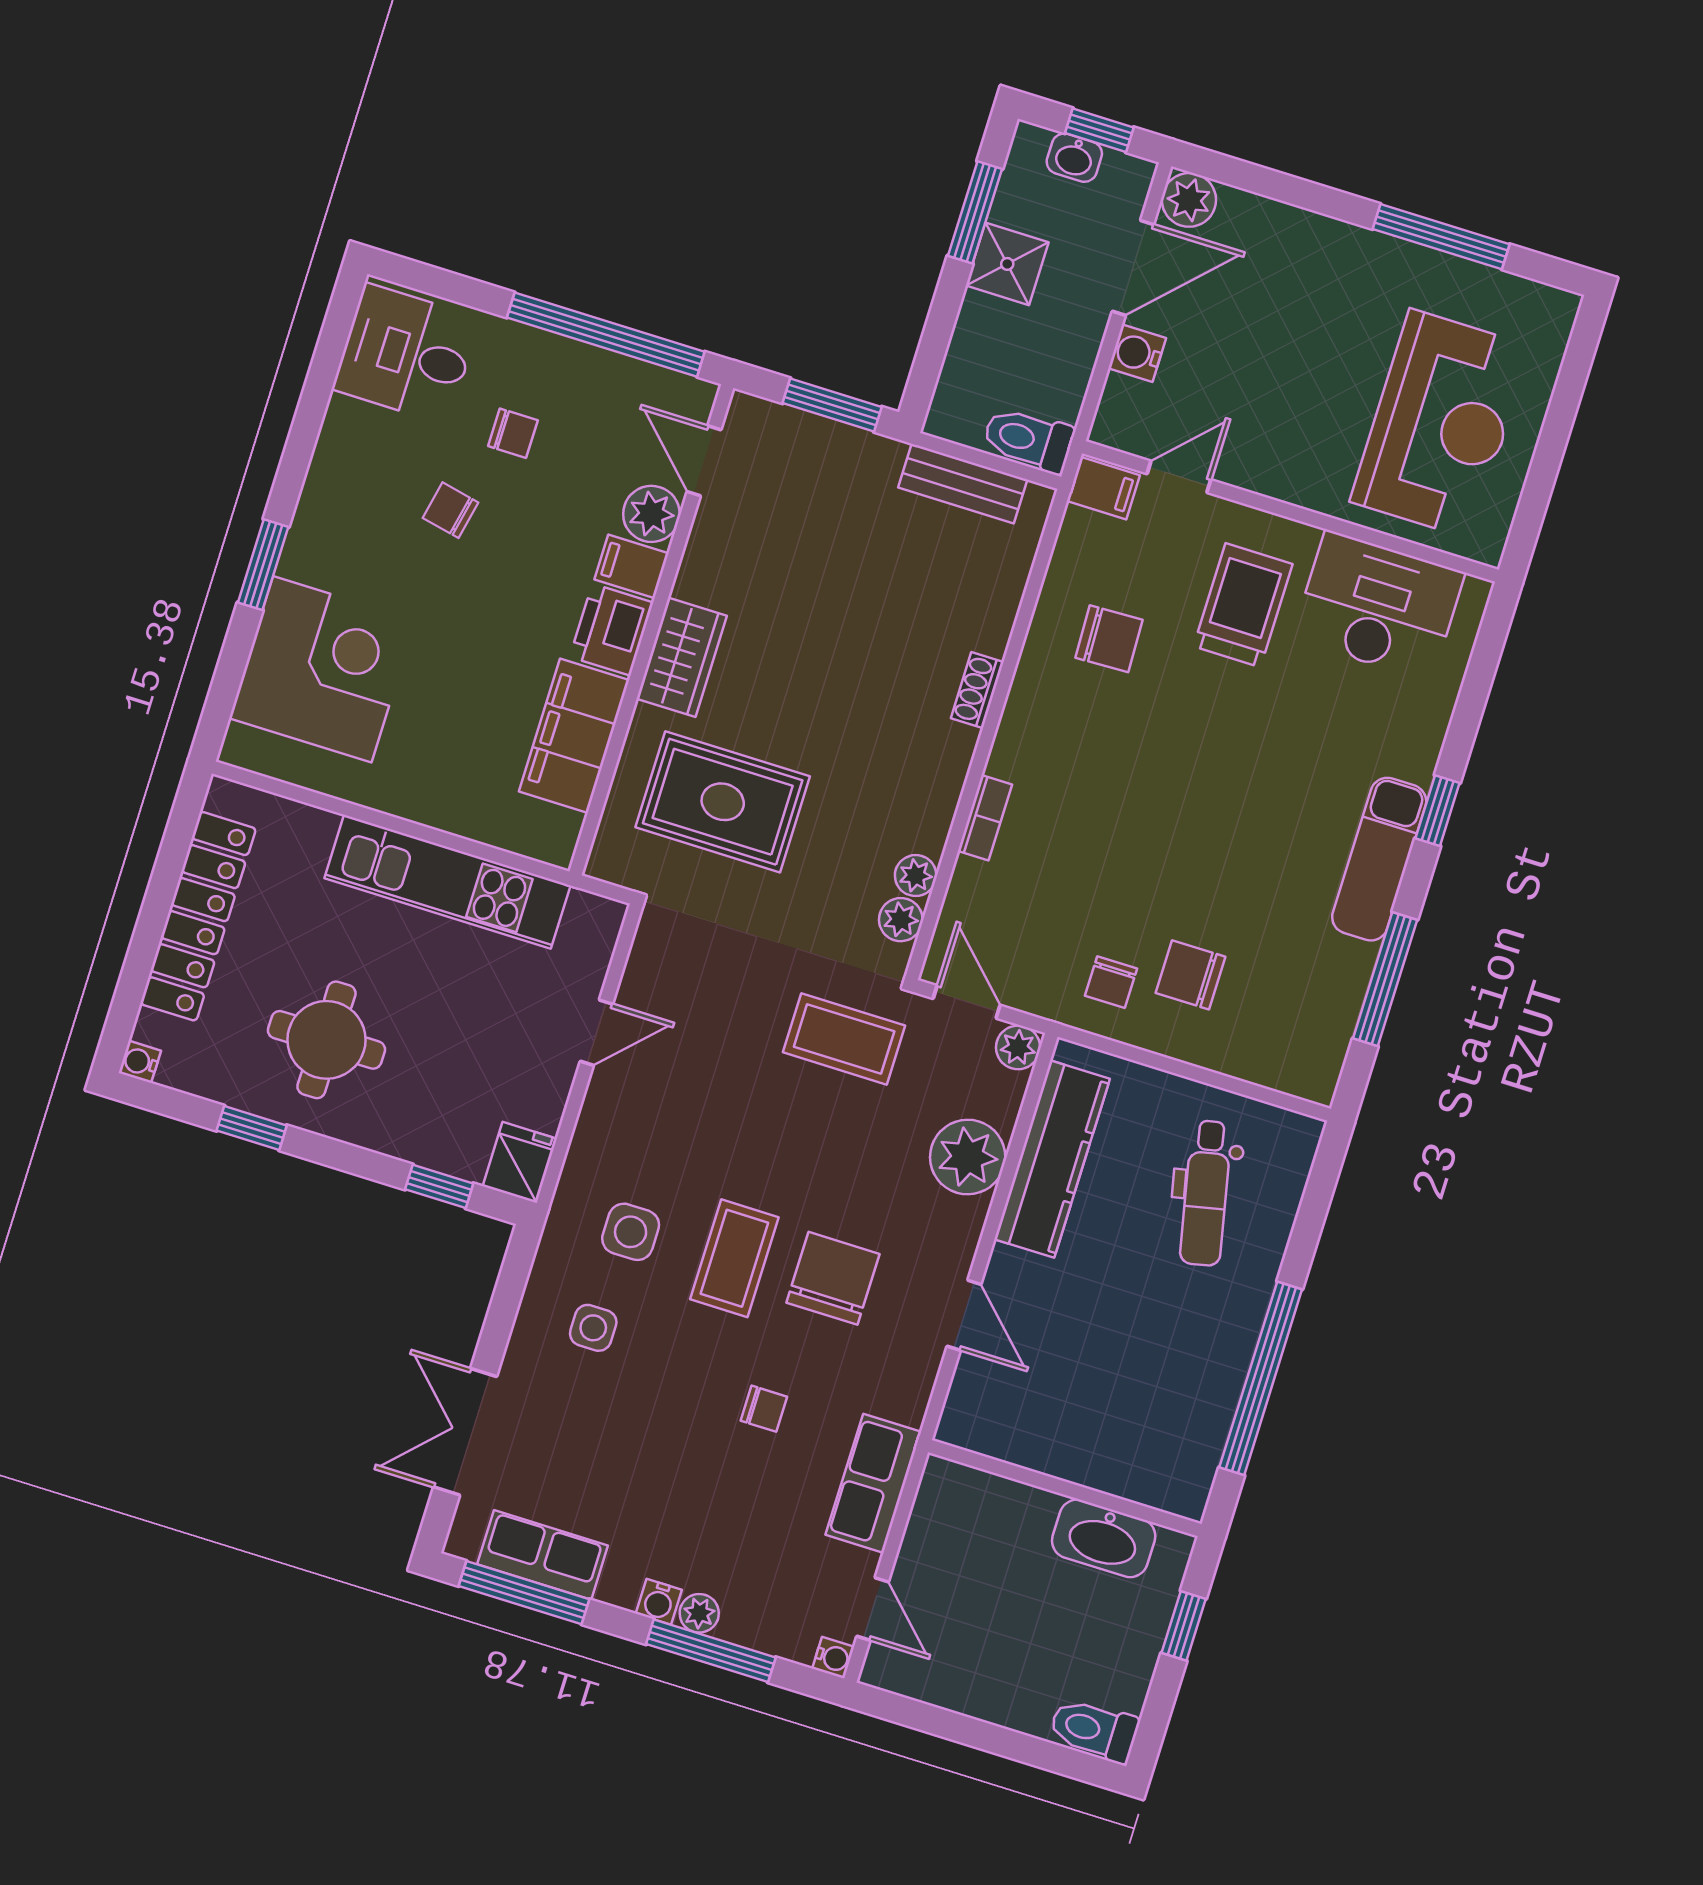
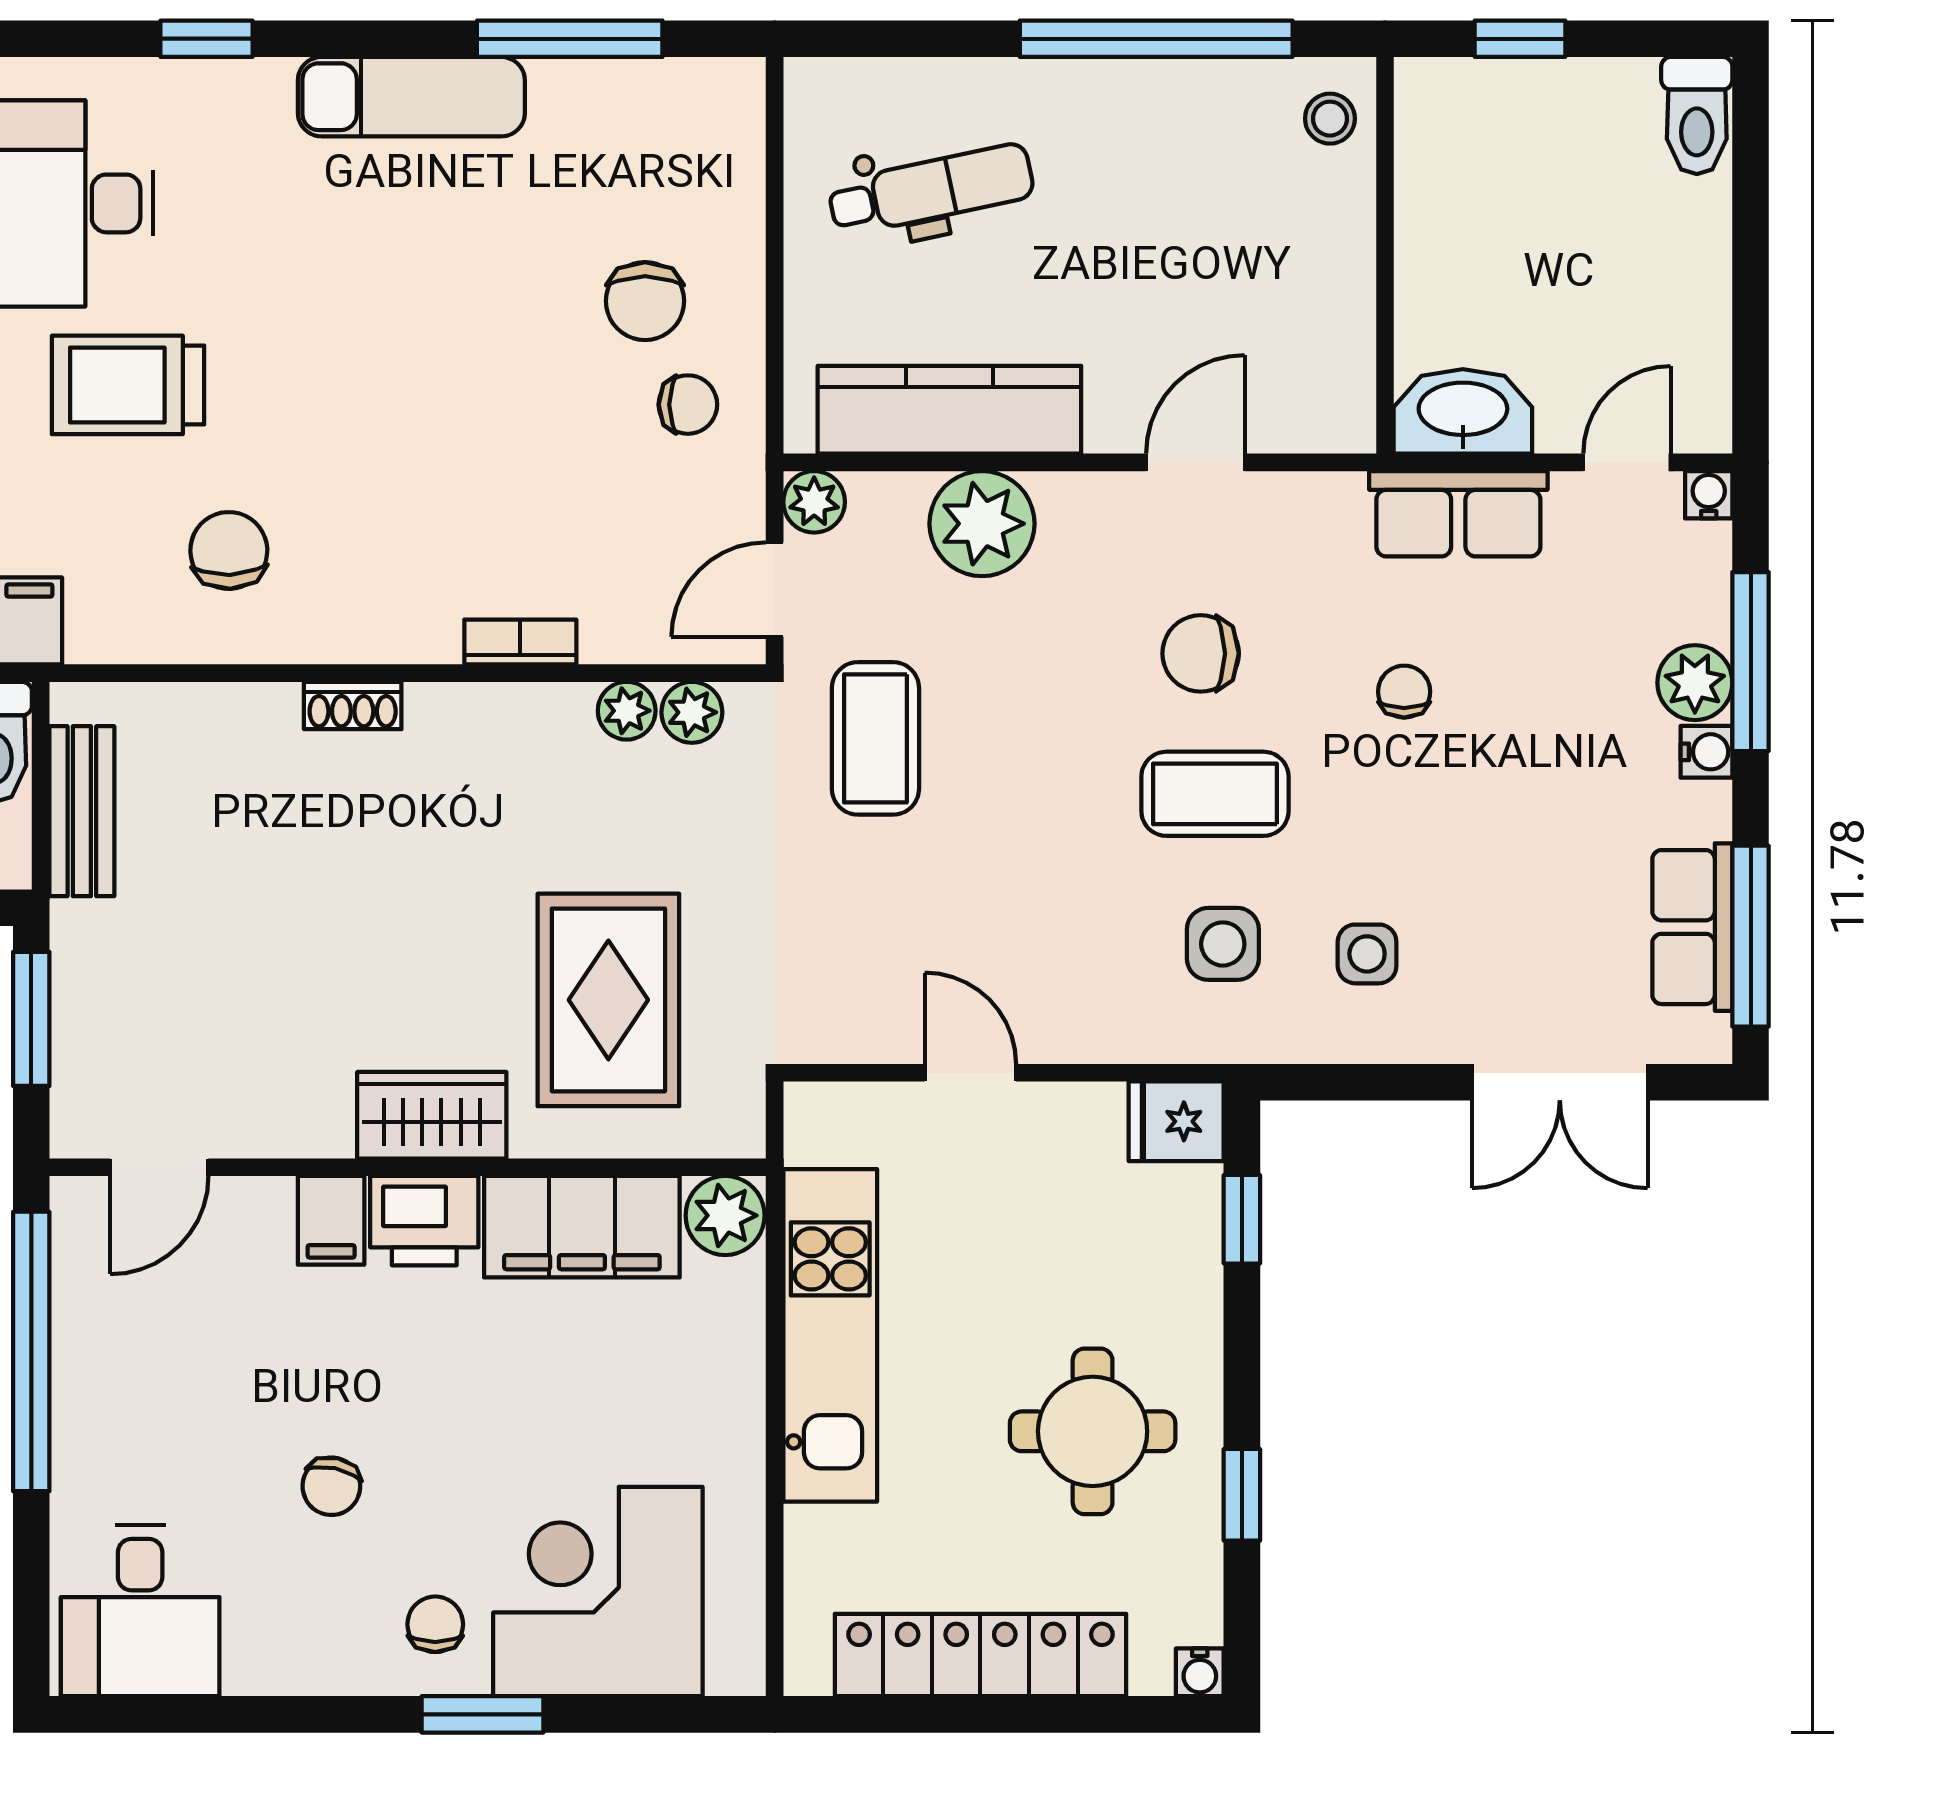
chair: (513, 433) -> (435, 1624), moved
plant: (651, 514) -> (725, 1215), moved
window: (1438, 811) -> (206, 39), moved
chair: (833, 1278) -> (1201, 653), width x0.73, depth x0.73
stool: (1170, 1480) -> (1330, 119), added
washbasin: (1104, 1538) -> (1463, 411), moved, turned -90
plant: (699, 1613) -> (1695, 683), width x1.38, depth x1.38

